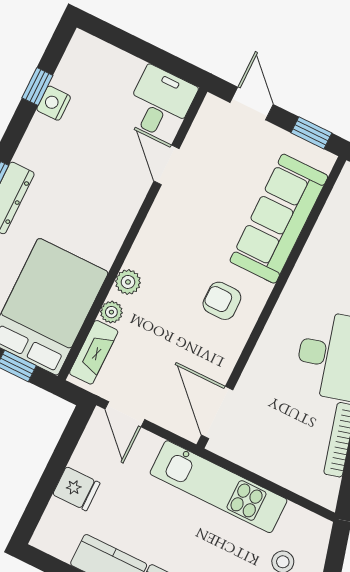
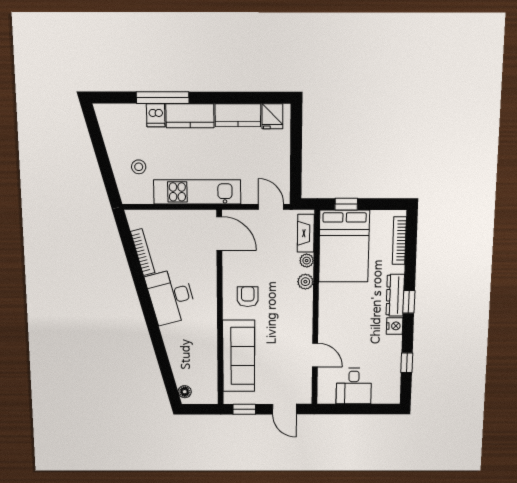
nightstand: (54, 103) -> (395, 326), moved
desk: (160, 103) -> (354, 386), moved
armchair: (222, 301) -> (248, 297), turned -90
fridge: (76, 489) -> (272, 116), moved, turned -90

